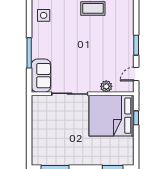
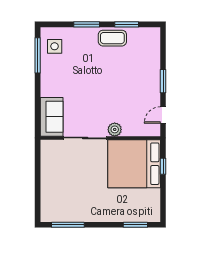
window: (29, 53) -> (38, 55), moved
plant: (106, 86) -> (115, 129), moved

